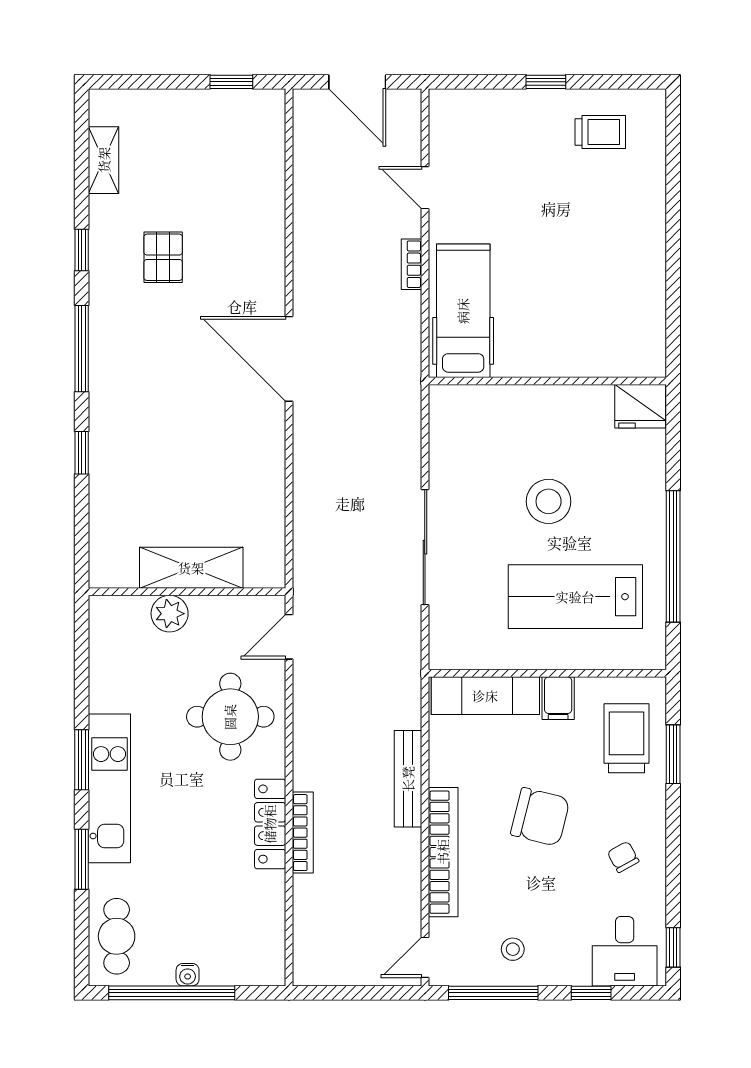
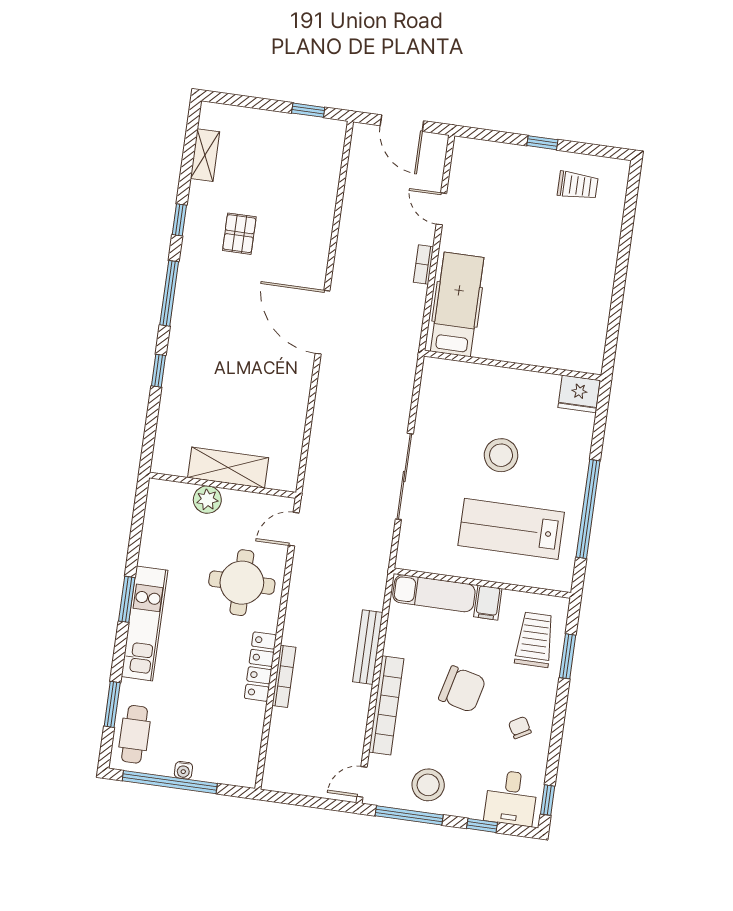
window: (82, 859) -> (112, 704), moved
stool: (513, 949) -> (428, 785), width x1.89, depth x1.89

